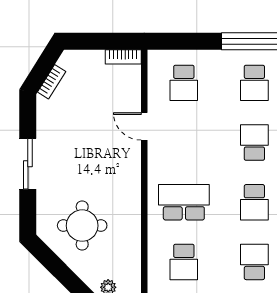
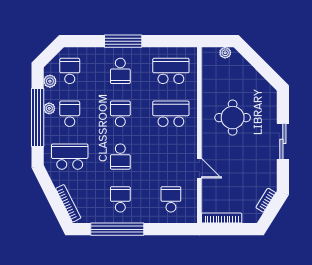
bookcase: (123, 57) -> (222, 218), width x1.56
school desk: (184, 202) -> (171, 114), turned 180
round table: (82, 226) -> (233, 118), moved
school desk: (184, 262) -> (171, 71), width x1.85

